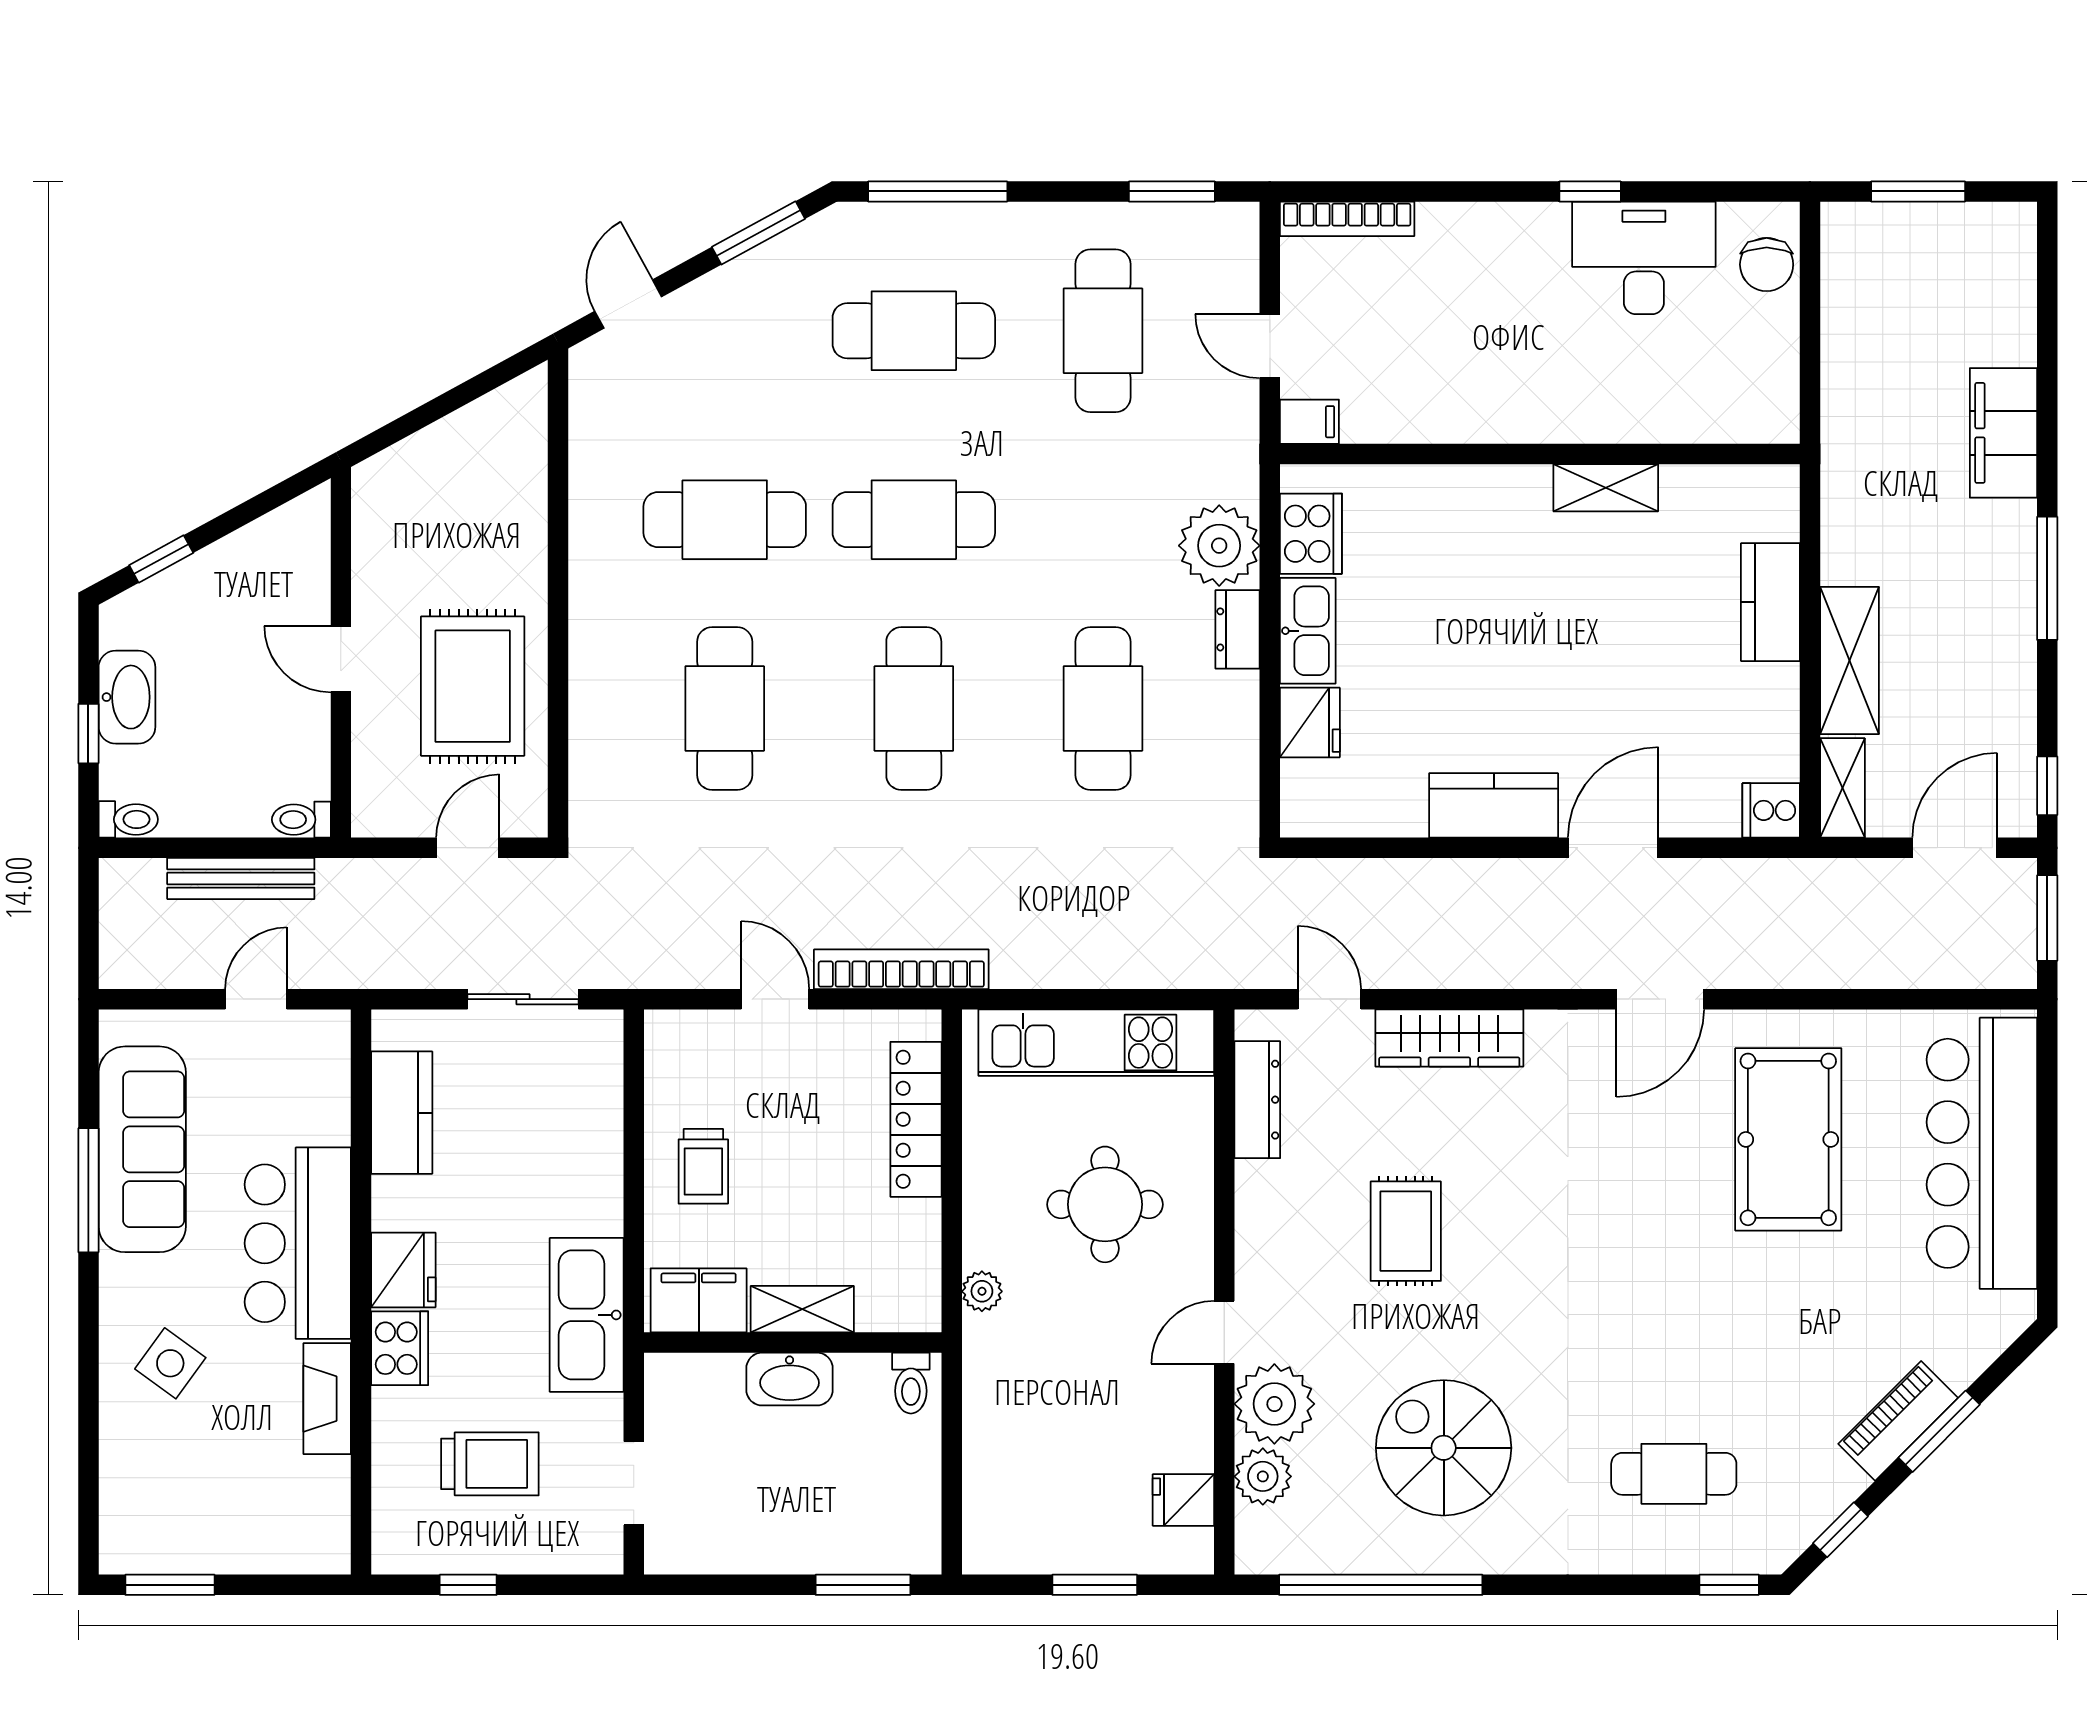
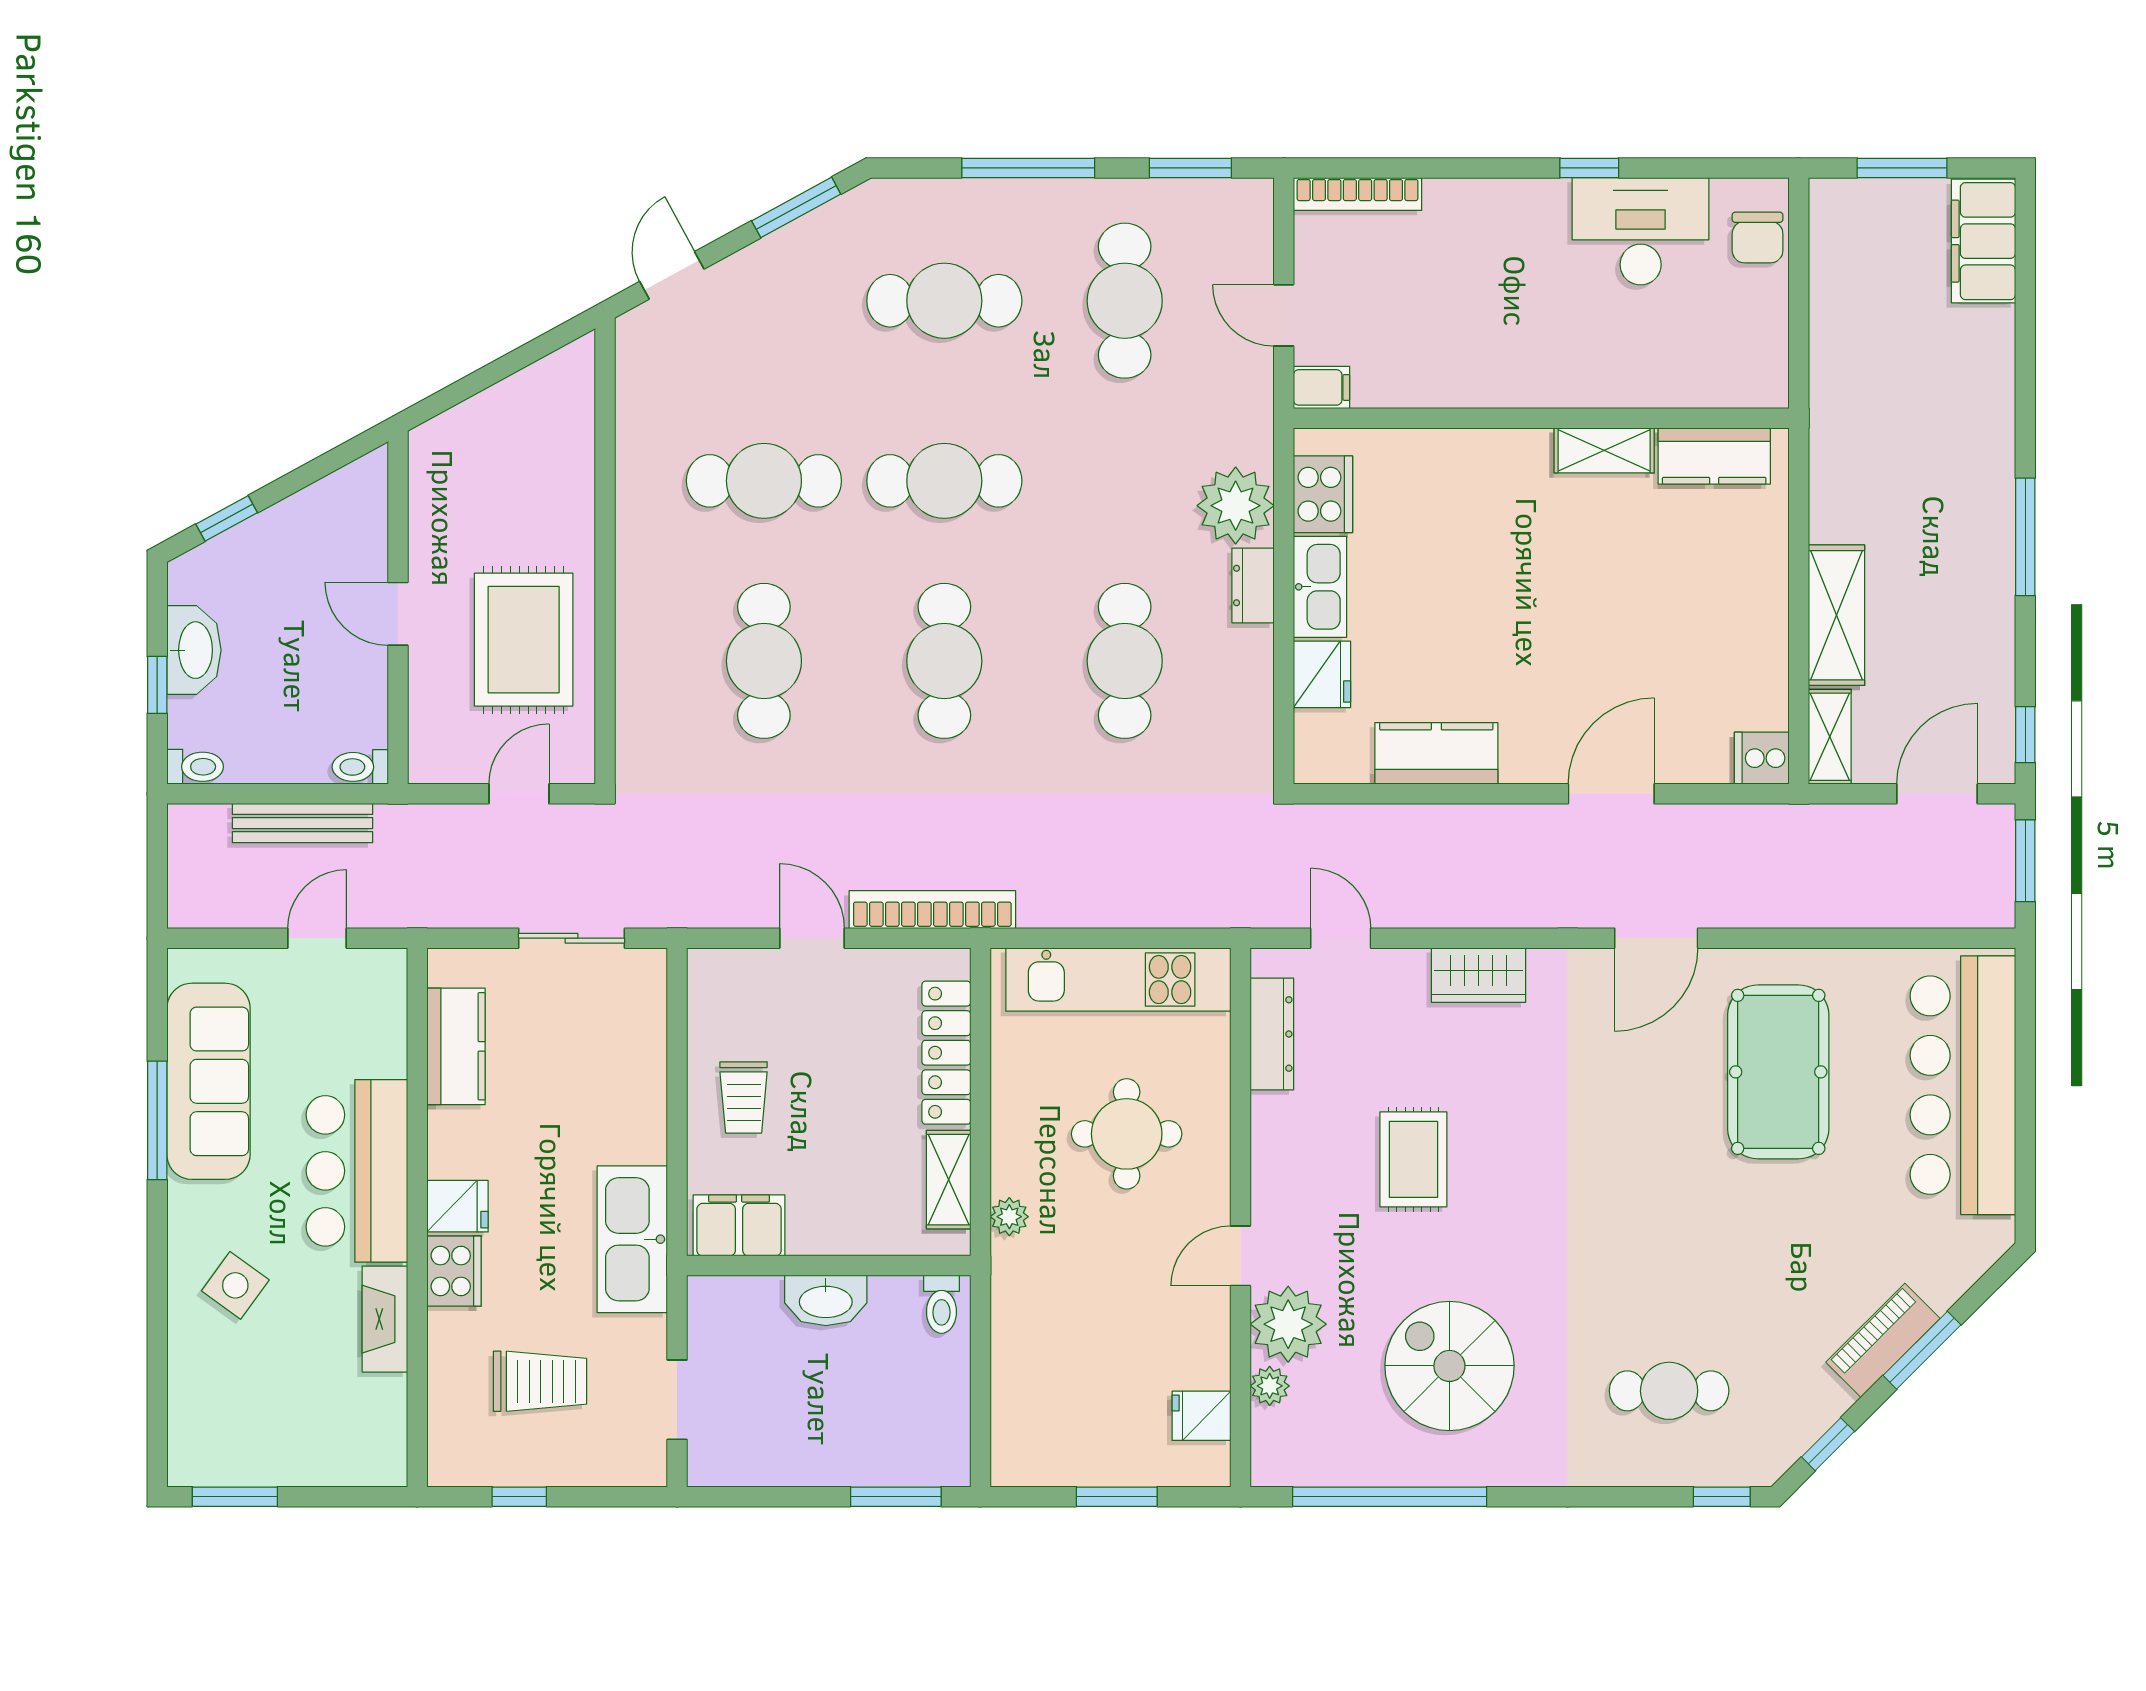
window: (938, 191) -> (1028, 168), moved
filing cabinet: (2003, 433) -> (1983, 241), moved
kitchen counter: (1770, 602) -> (1714, 456), moved, turned -90
kitchen counter: (1494, 805) -> (1436, 753), moved
wardrobe: (1449, 1038) -> (1479, 975), width x0.67
fridge: (403, 1270) -> (457, 1206), width x0.72
shelving: (802, 1309) -> (949, 1180), moved, turned 90
plant: (1263, 1476) -> (1270, 1386), width x0.73, depth x0.73

